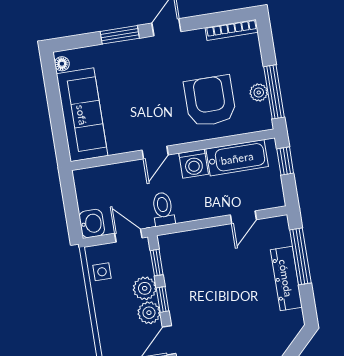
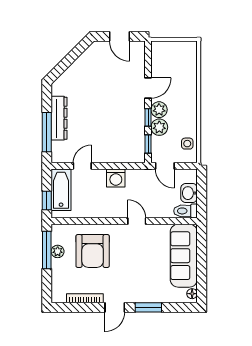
bookcase: (232, 30) -> (85, 298), moved
door: (155, 153) -> (137, 221), hinge flipped
bathtub: (237, 158) -> (61, 190), moved, turned 90
washing machine: (194, 164) -> (116, 178), moved, turned 180
toilet: (163, 209) -> (185, 211), moved, turned 90
washbasin: (92, 223) -> (189, 193), moved

